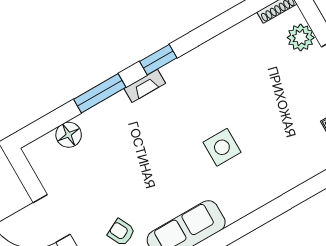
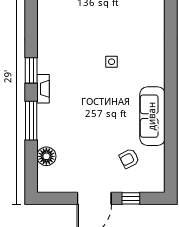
side table: (222, 147) -> (112, 62), width x0.54, depth x0.54

